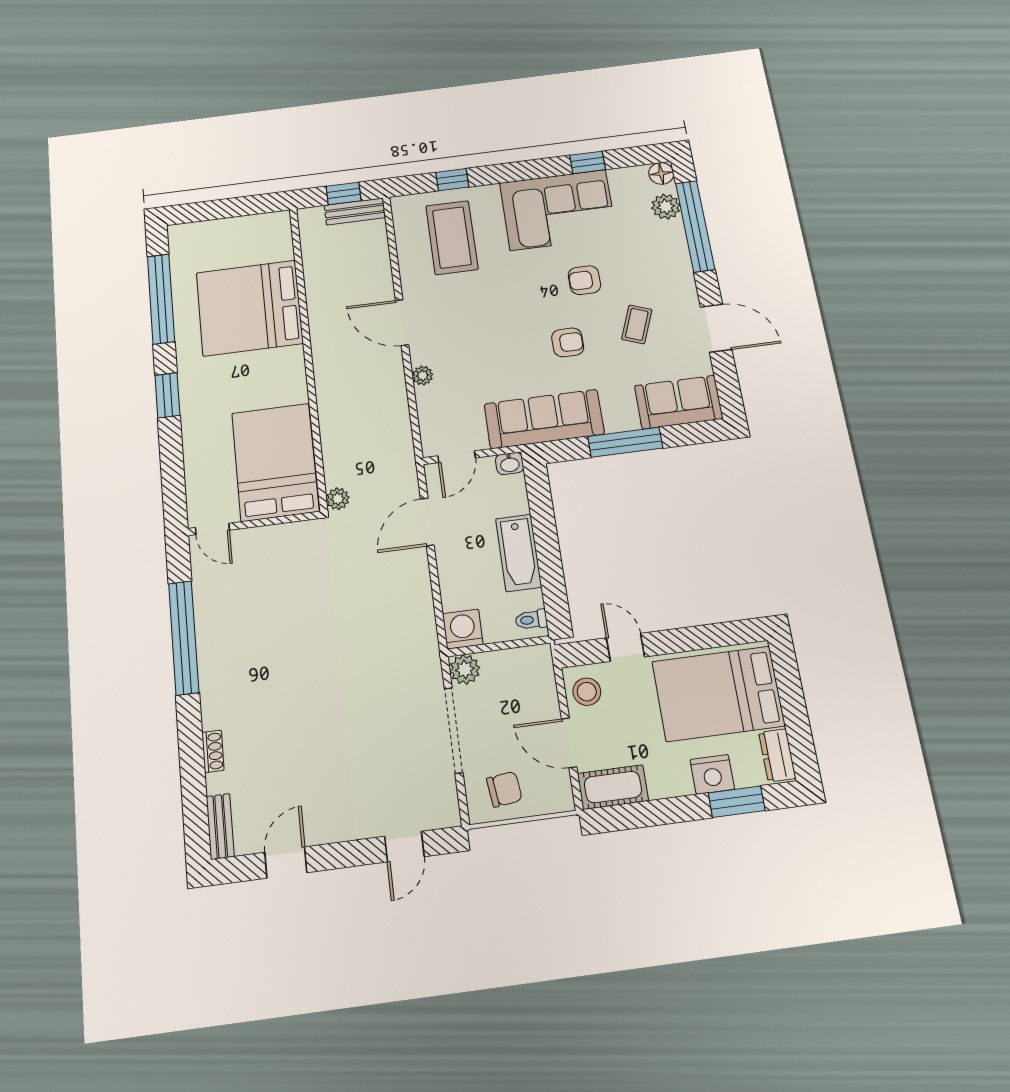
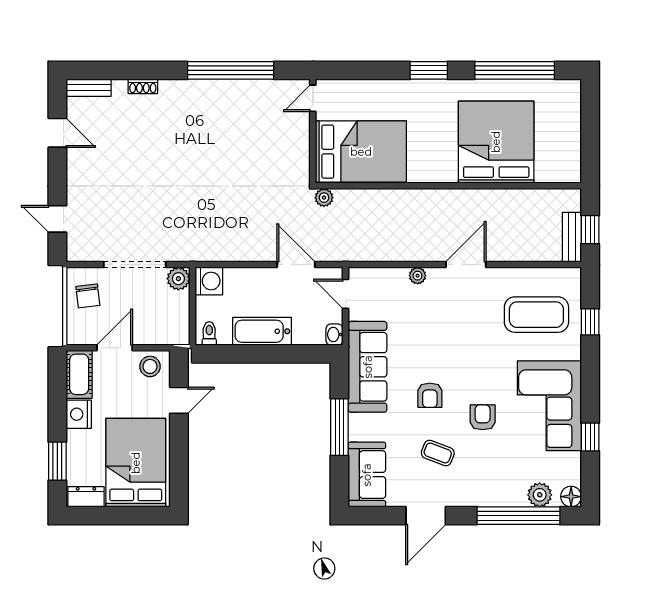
nightstand: (712, 774) -> (79, 414), moved

